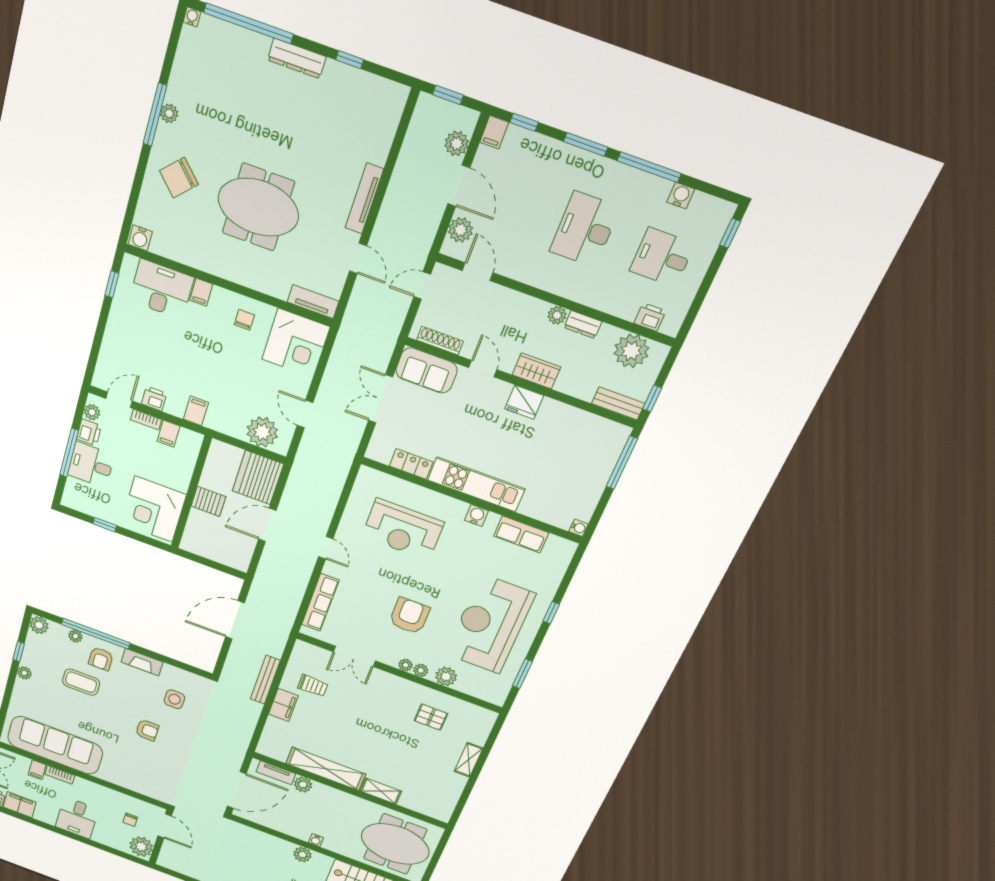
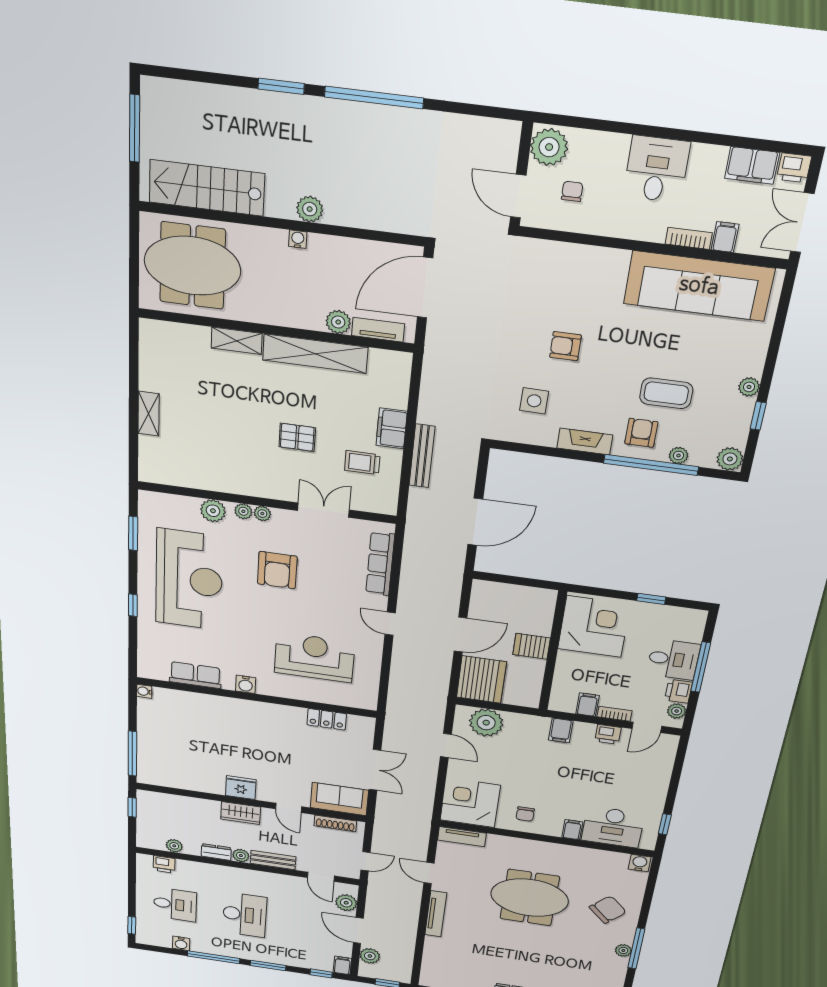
plant: (631, 351) -> (174, 846), width x0.53, depth x0.53
bench: (618, 404) -> (273, 860), moved
kitchen unit: (476, 484) -> (257, 712), removed
pallet: (431, 717) -> (297, 437), moved

